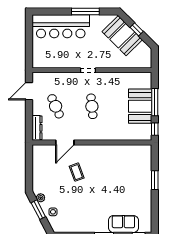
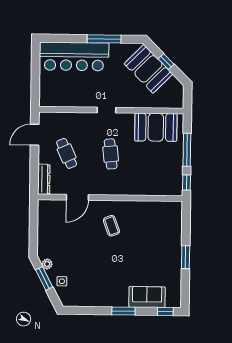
booth: (140, 106) -> (156, 127), moved, turned 90
coffee table: (77, 172) -> (111, 226), moved
window: (155, 180) -> (186, 257), moved

